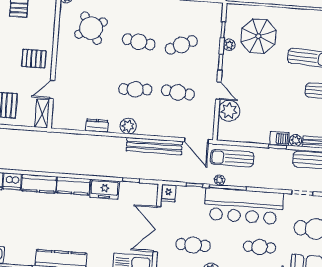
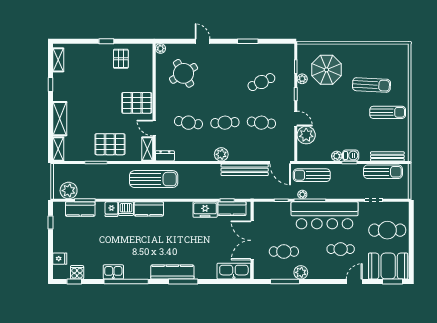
cafe table: (139, 42) -> (188, 123), moved
pallet: (34, 59) -> (137, 103), width x1.50, depth x1.42
door: (52, 89) -> (154, 128), hinge flipped
dresser: (97, 126) -> (165, 156), moved
plant: (296, 140) -> (337, 156), moved
sun lounger: (47, 149) -> (154, 179), added
kitchen counter: (73, 186) -> (232, 209), moved
fridge: (168, 193) -> (260, 209), removed

